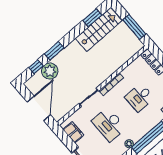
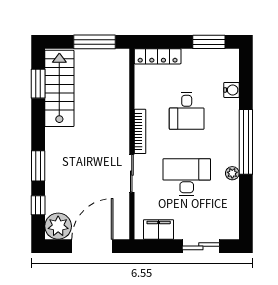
plant: (50, 71) -> (58, 226), moved
door: (39, 108) -> (92, 246), hinge flipped
desk: (109, 124) -> (187, 177), turned 180

